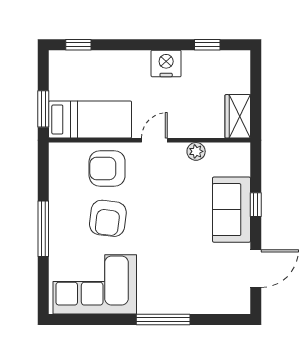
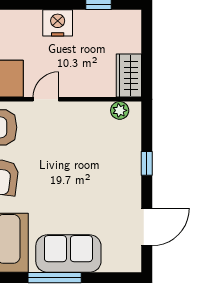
plant: (196, 151) -> (120, 110), moved
sofa: (232, 210) -> (68, 254), moved, turned 90

